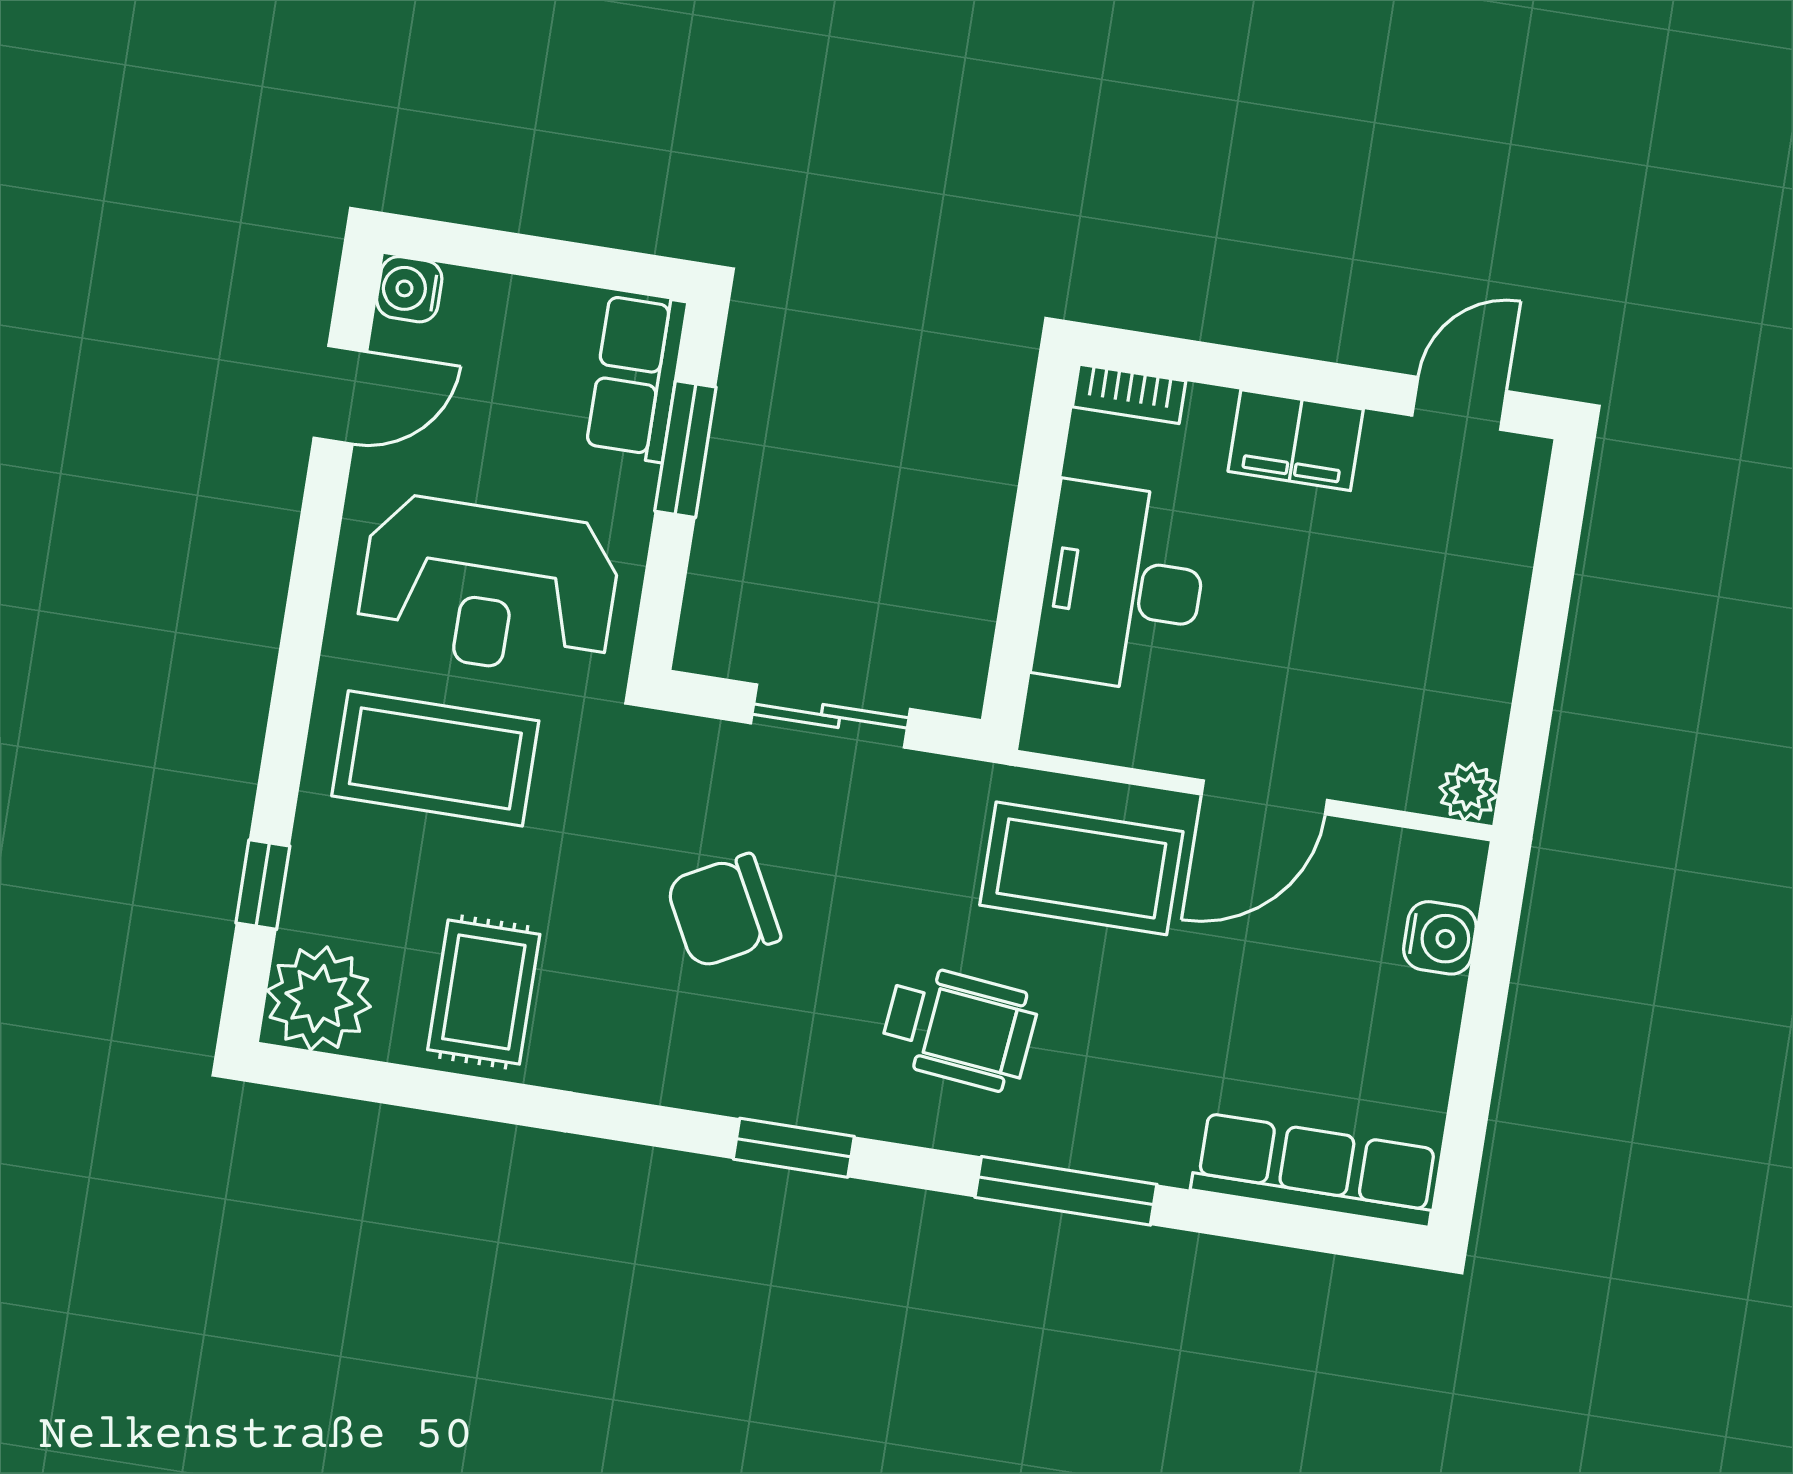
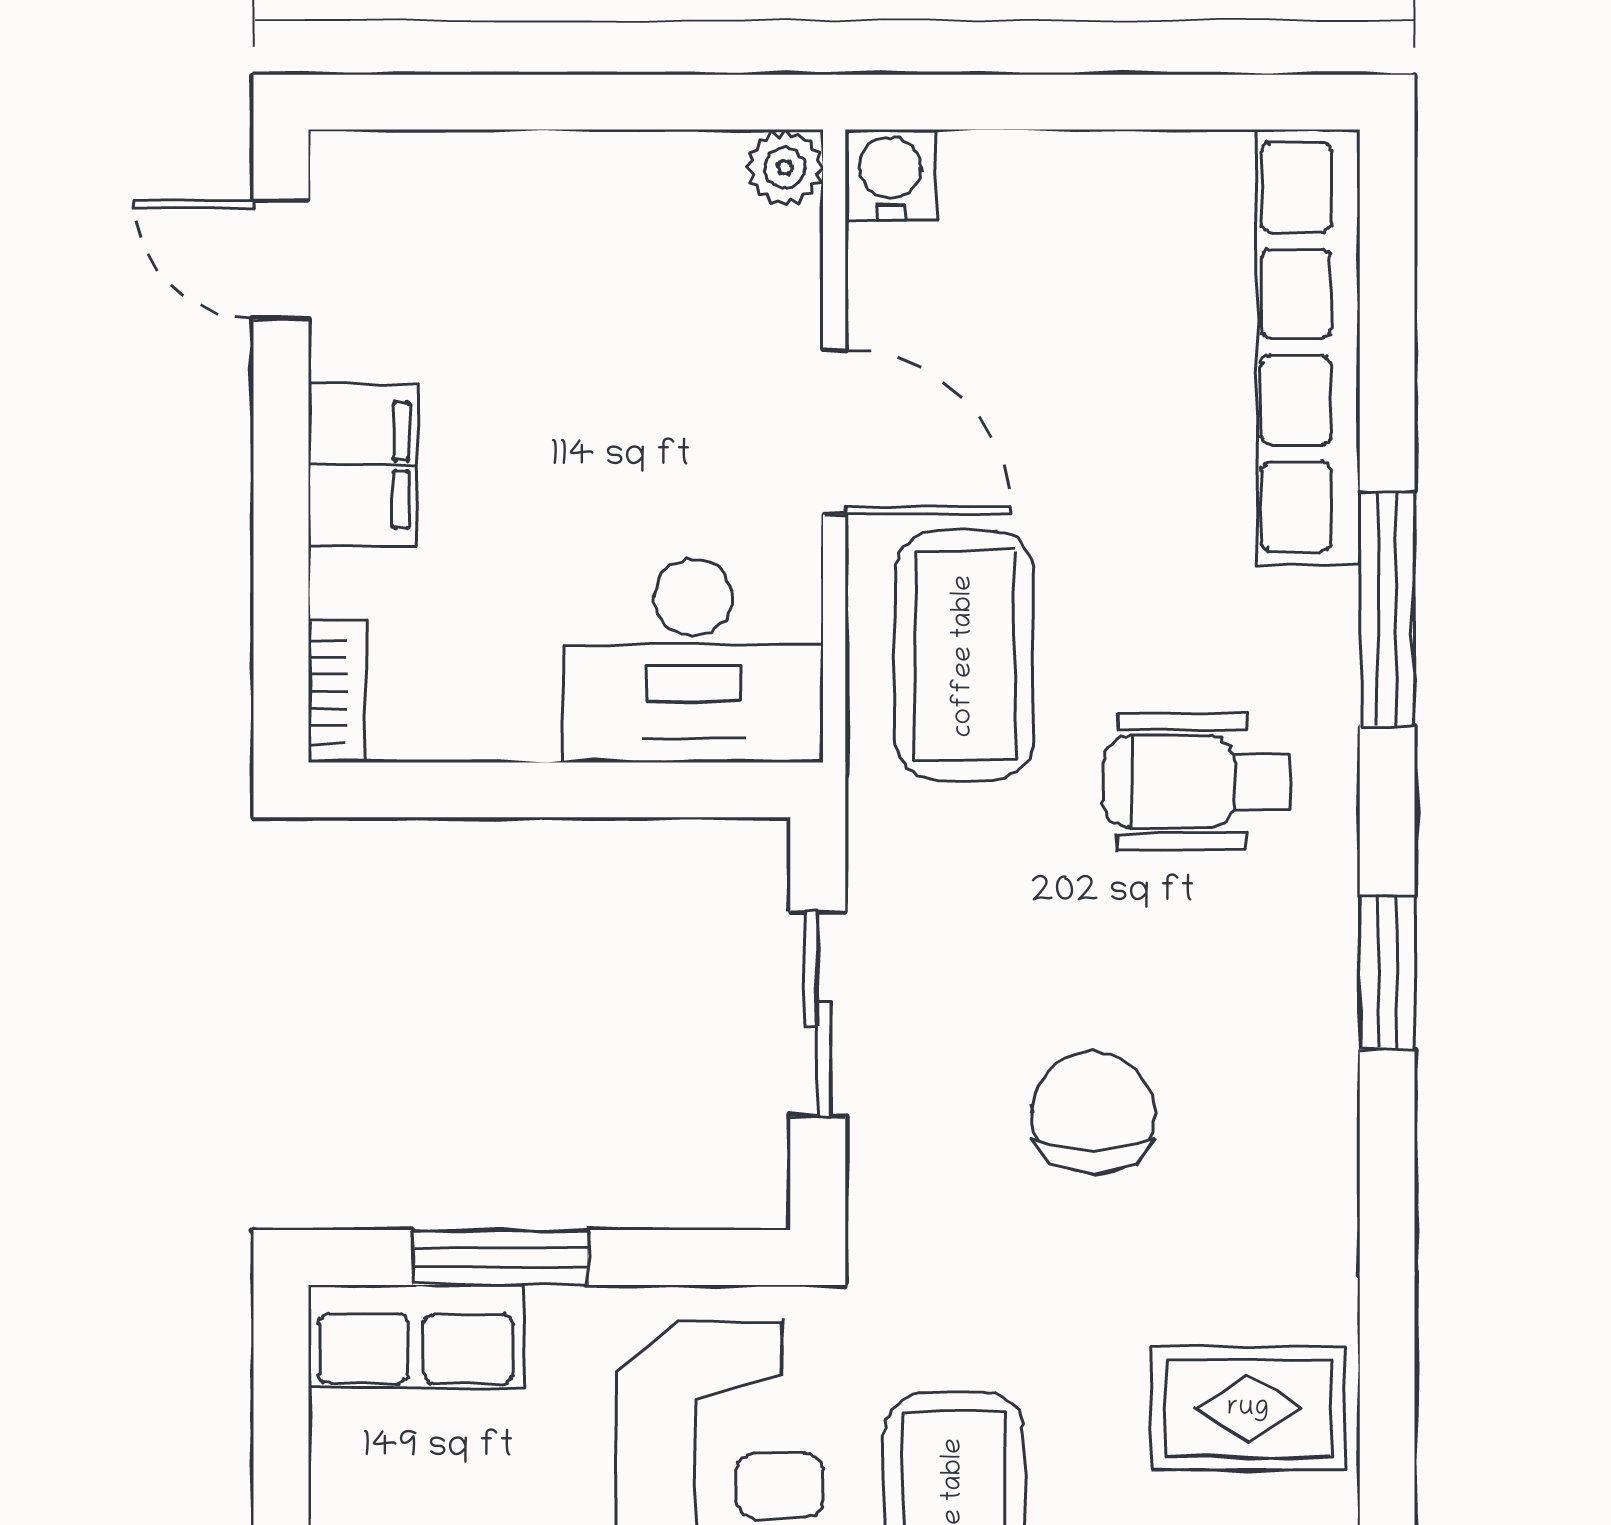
desk: (1122, 587) -> (693, 661), moved
chair: (723, 911) -> (1093, 1113), turned -152
water cooler: (1440, 938) -> (890, 175), moved
wheelchair: (959, 1028) -> (1197, 782), turned -96
row of seats: (1316, 1170) -> (1308, 347), width x1.36

